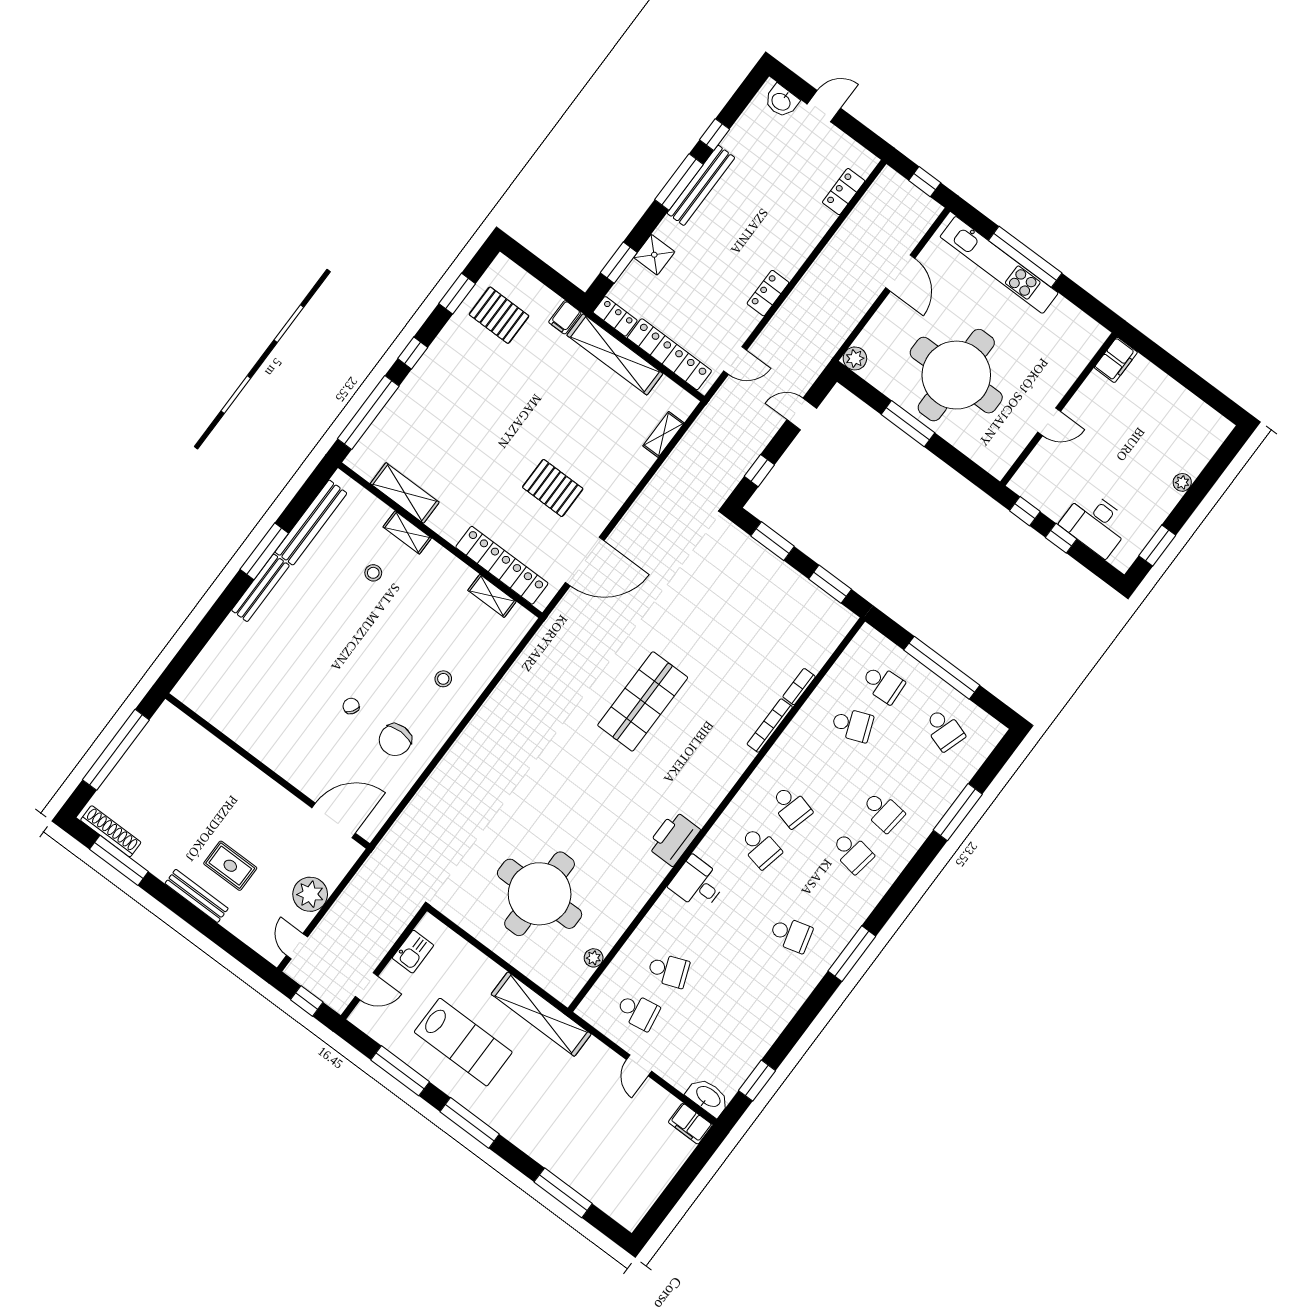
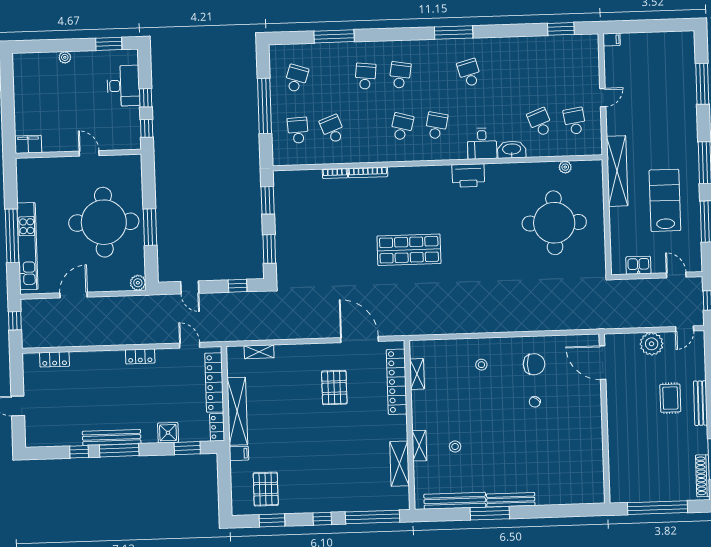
washbasin: (781, 101) -> (33, 430), removed
washbasin: (708, 1097) -> (512, 150), moved, turned 90
filing cabinet: (690, 1124) -> (612, 40), width x0.50

